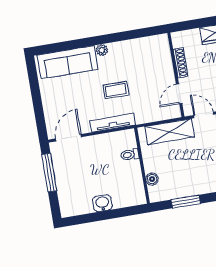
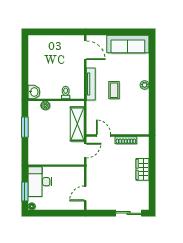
sofa: (68, 62) -> (128, 44), moved, turned -90
window: (49, 173) -> (62, 32), removed
washbasin: (102, 203) -> (34, 92), moved

